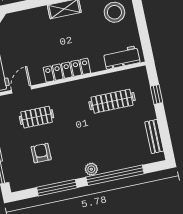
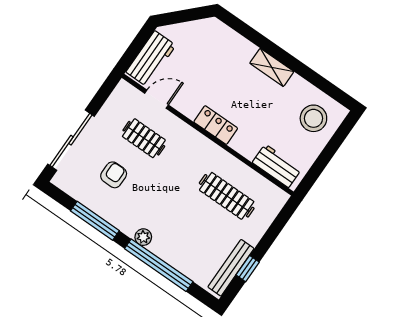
locker: (67, 70) -> (216, 125), width x0.66
window: (156, 94) -> (248, 269), moved
bench: (154, 136) -> (231, 268), width x1.36

